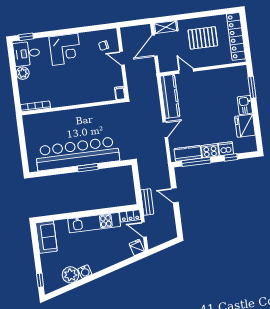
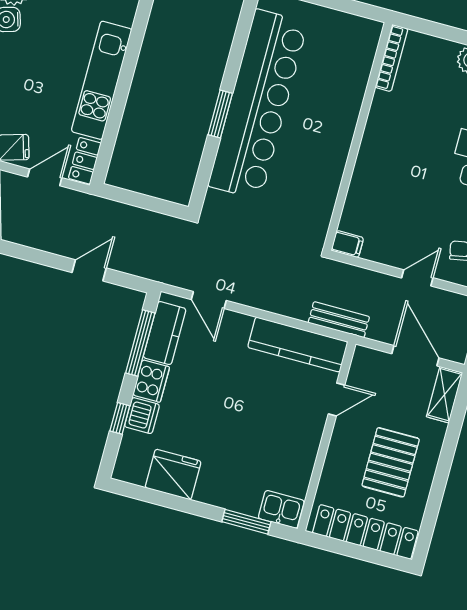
kitchen sink: (245, 105) -> (281, 509), moved
door: (165, 130) -> (209, 300), moved
bench: (147, 202) -> (339, 320), moved

